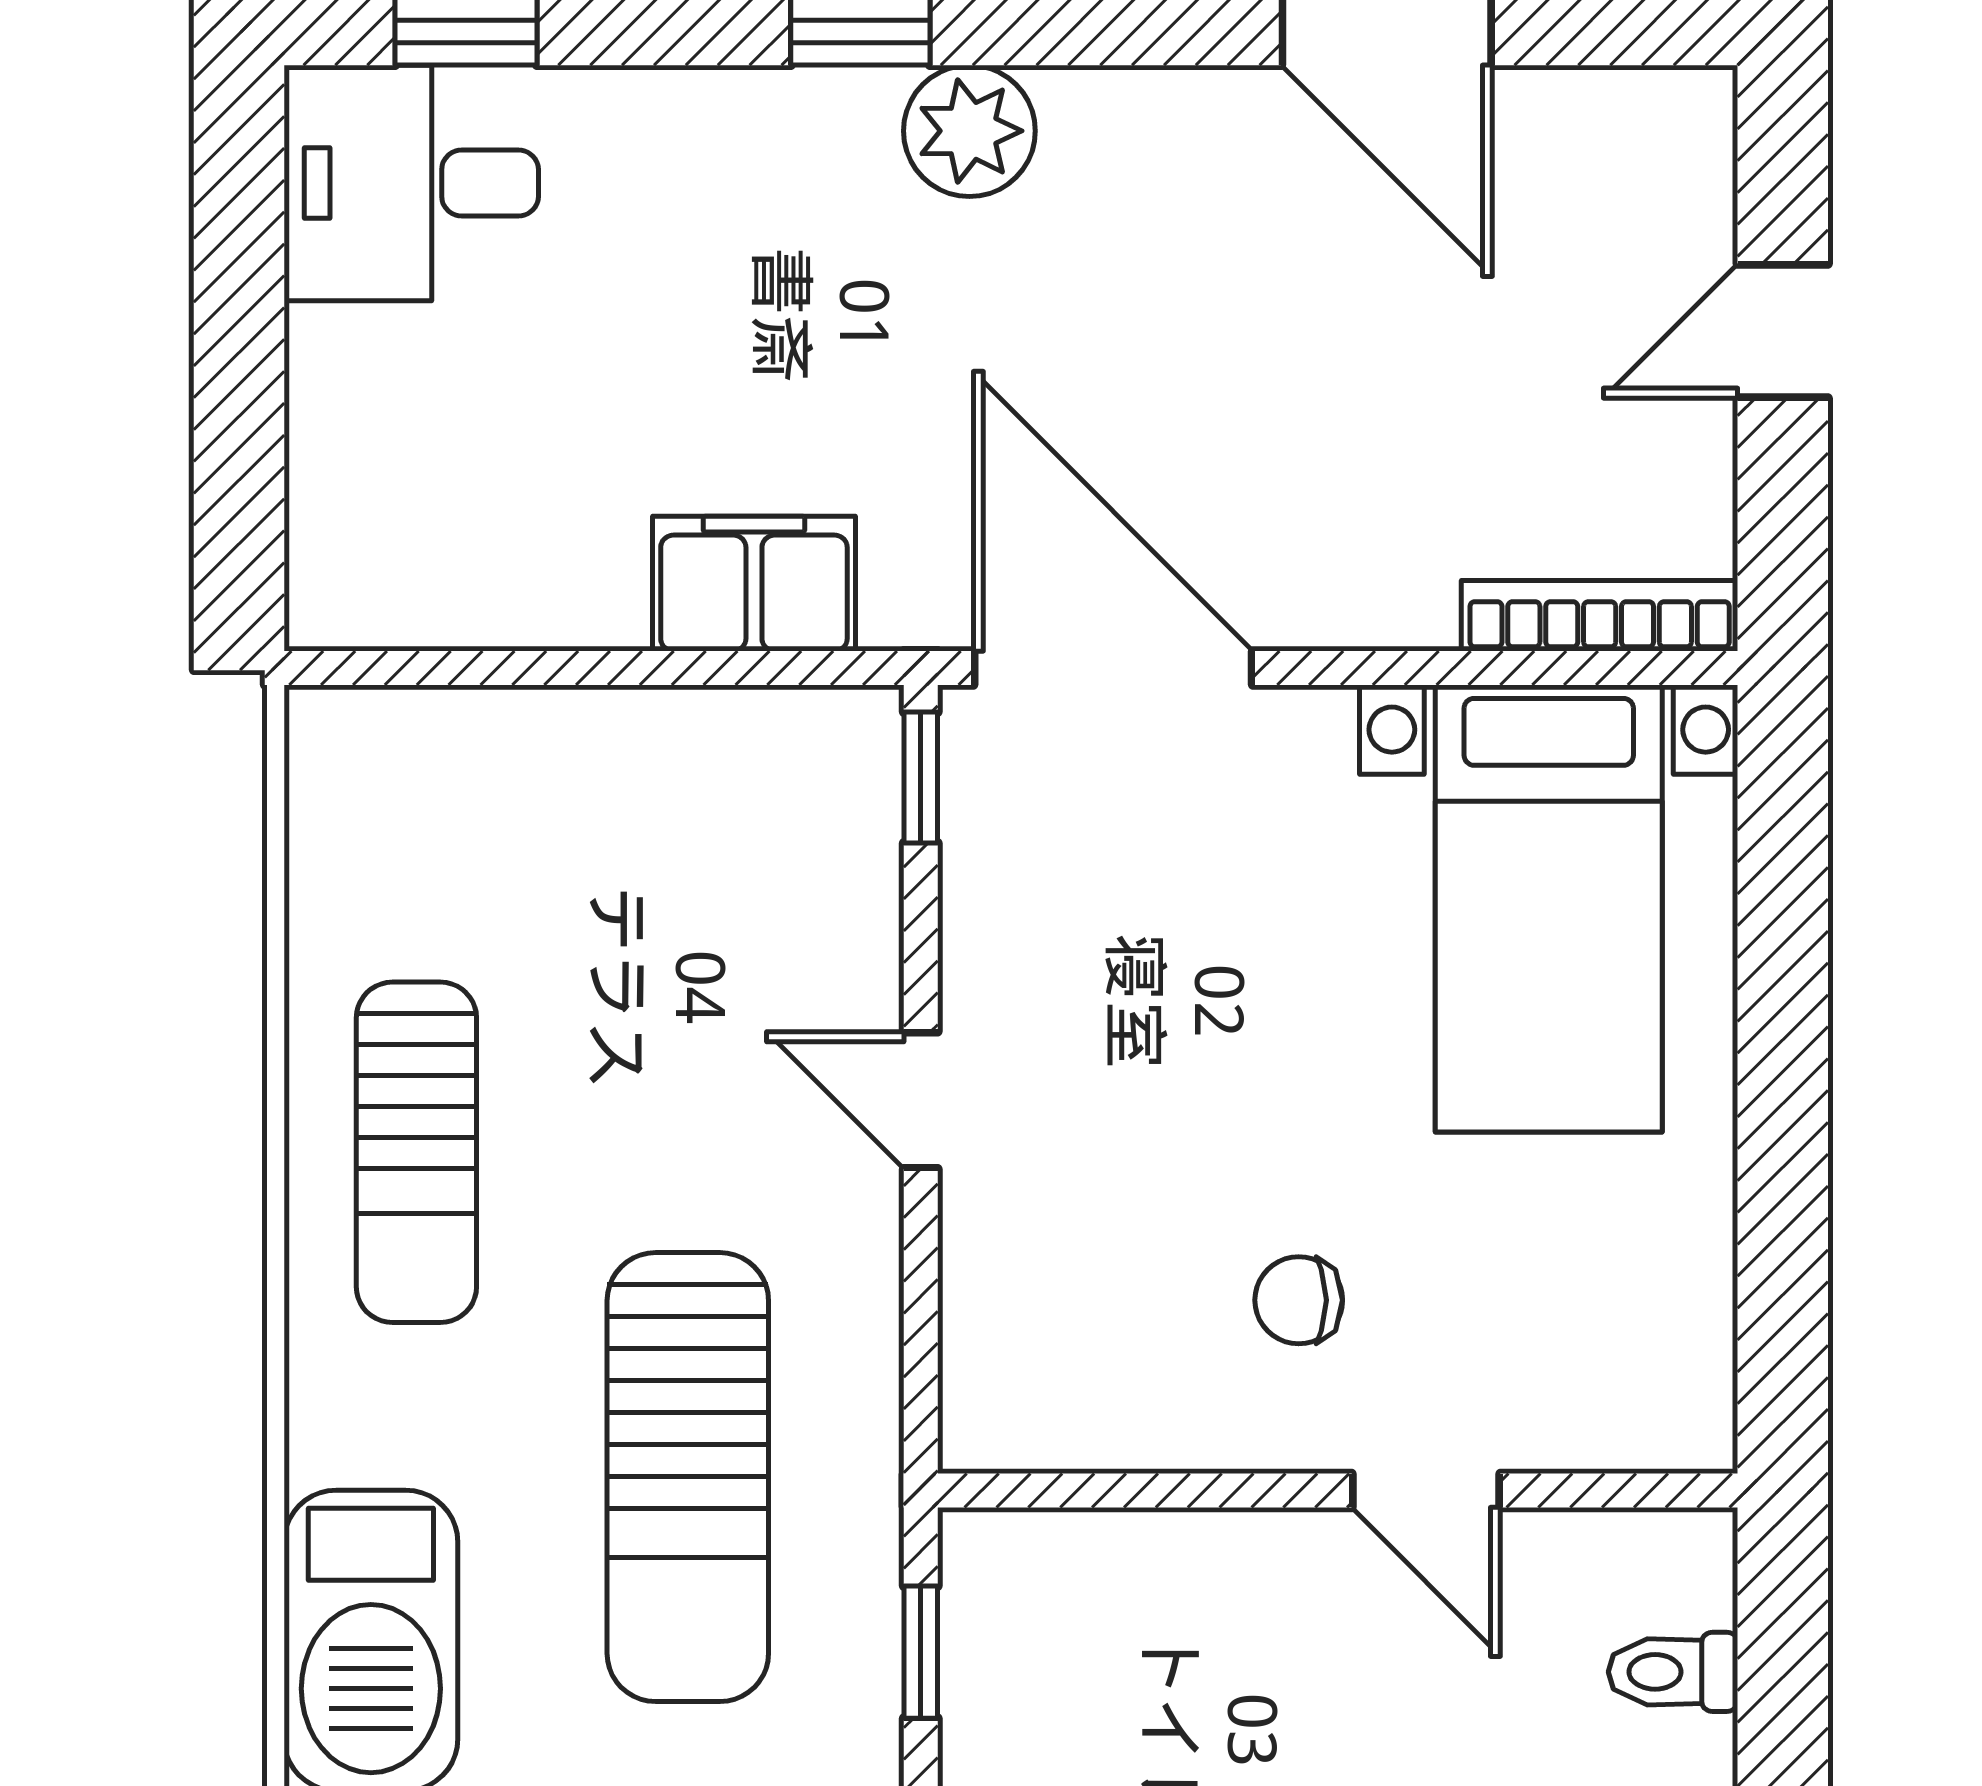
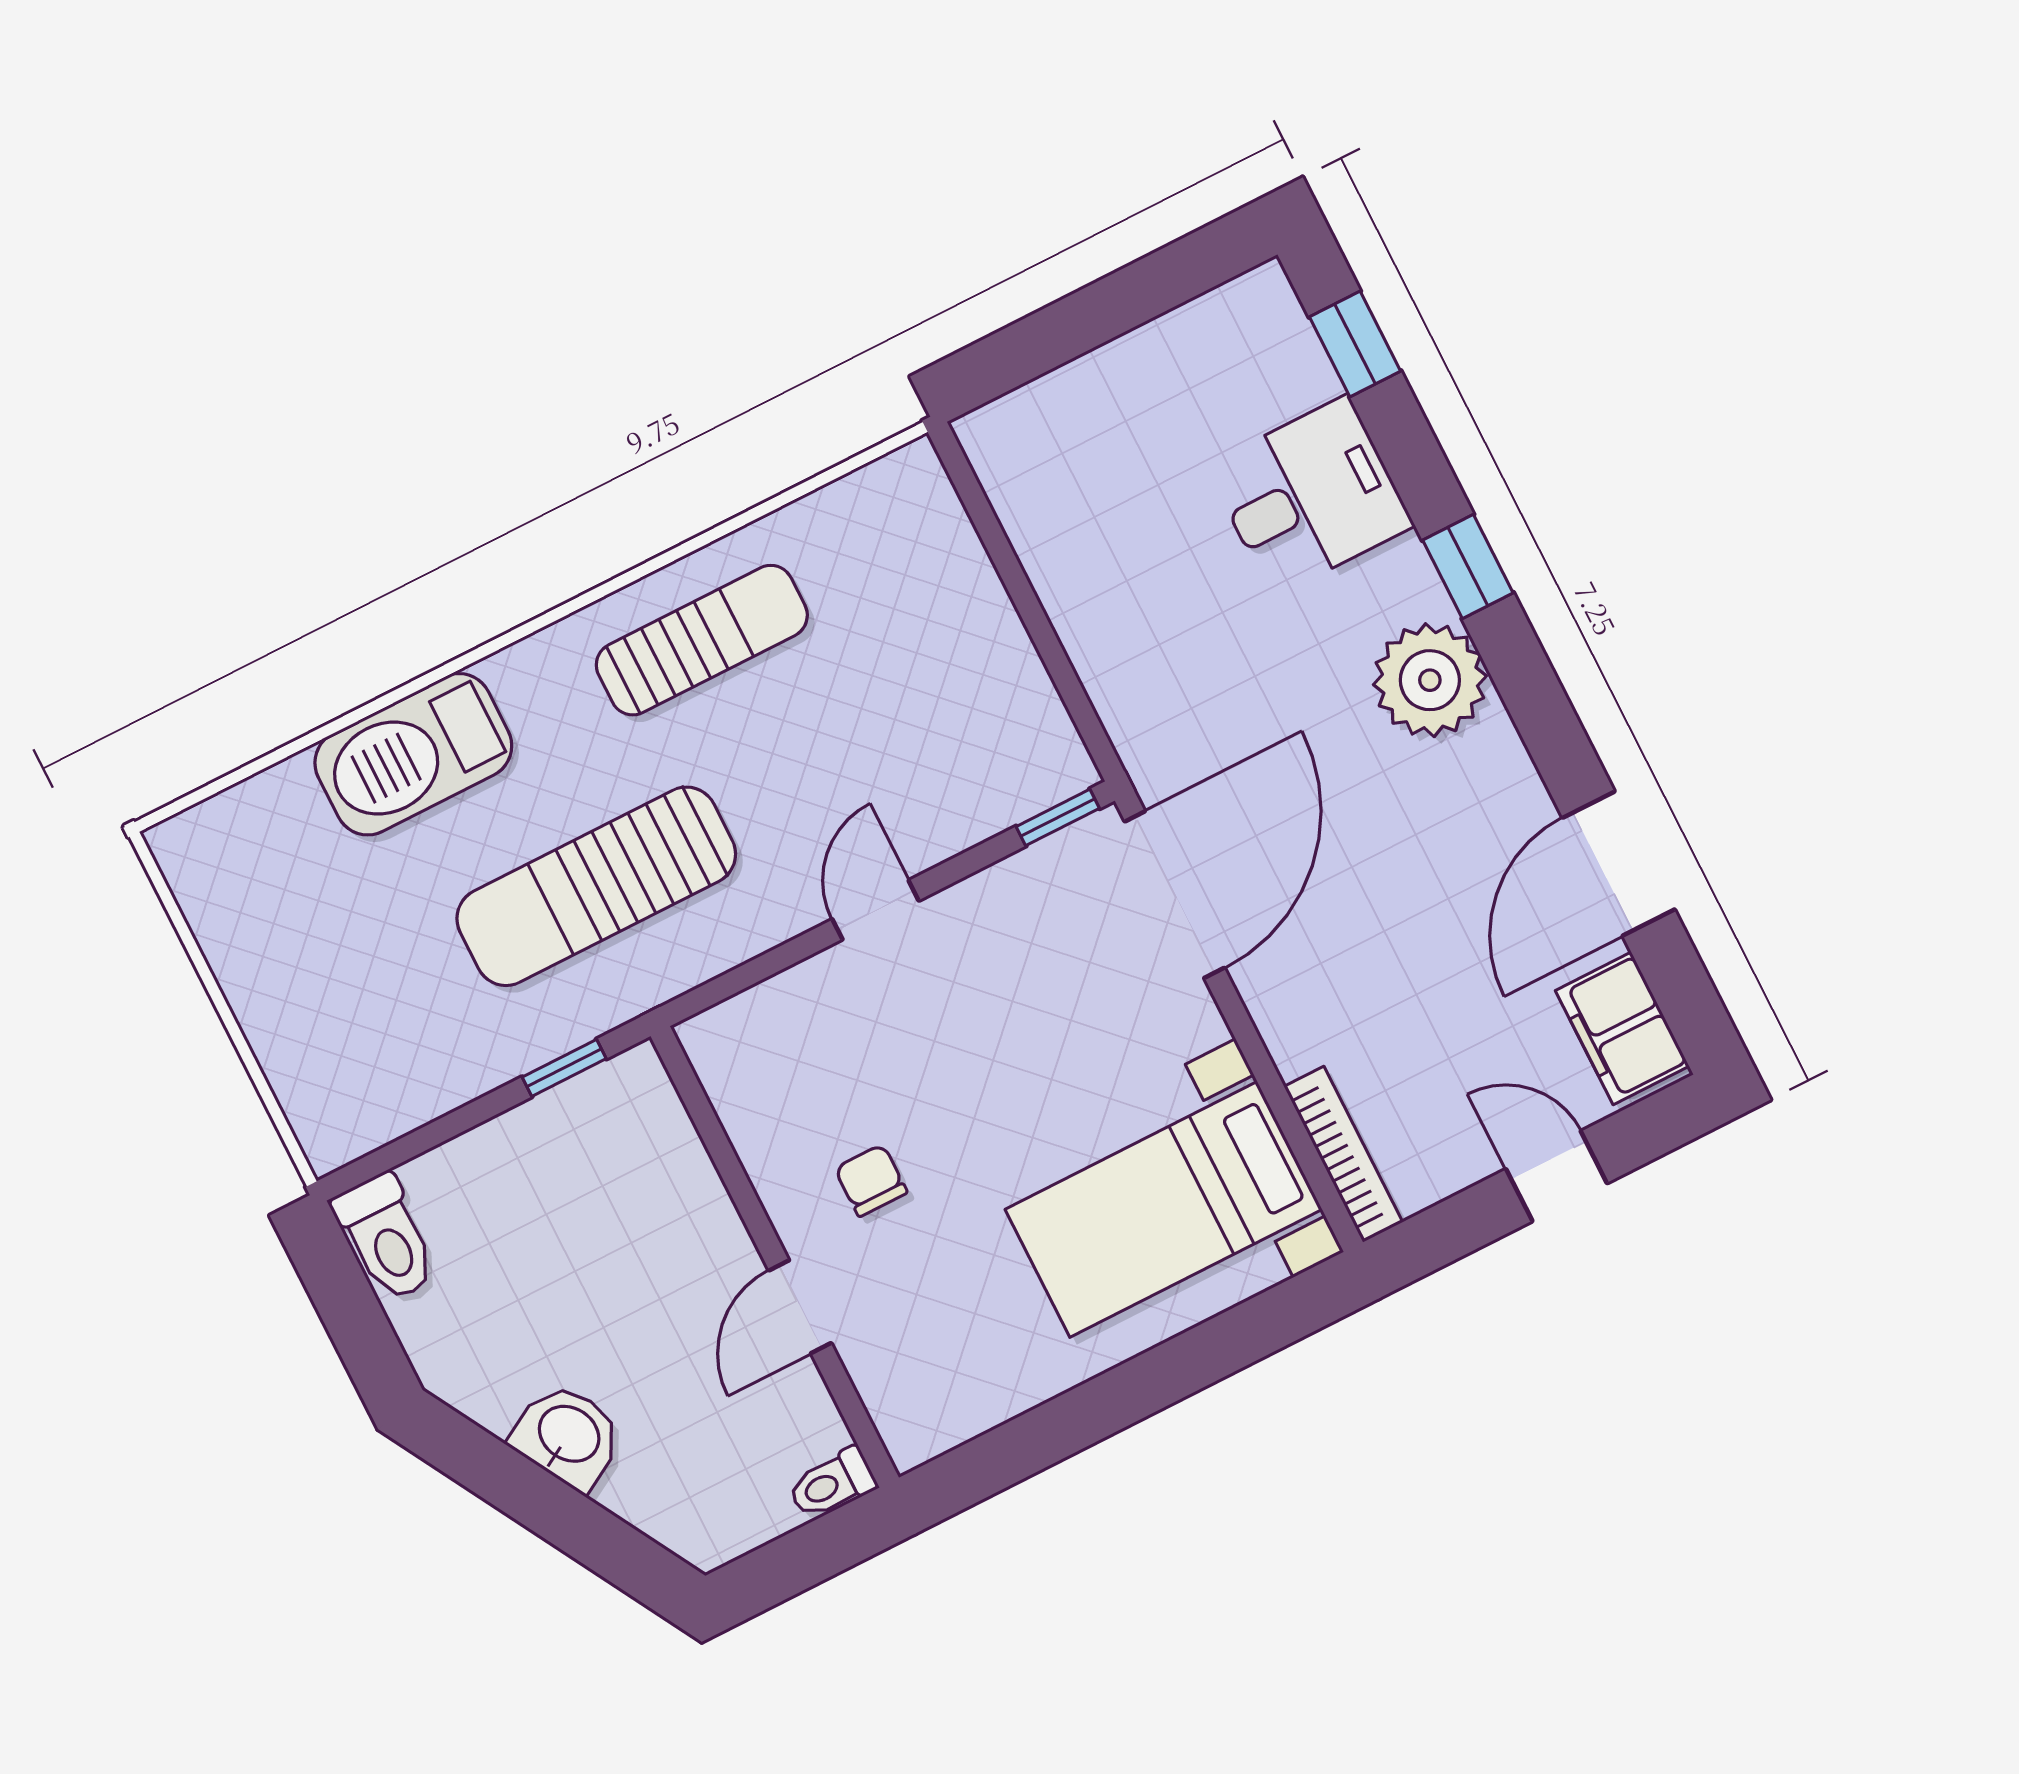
plant: (969, 131) -> (1430, 680), width x1.36, depth x1.36
desk: (411, 183) -> (1310, 496), moved, turned 90
filing cabinet: (754, 584) -> (1622, 1028), moved, turned 180
sun lounger: (416, 1152) -> (702, 640), turned 180
toilet: (1673, 1672) -> (832, 1484), moved, turned -90

